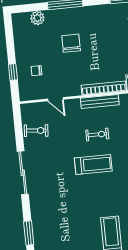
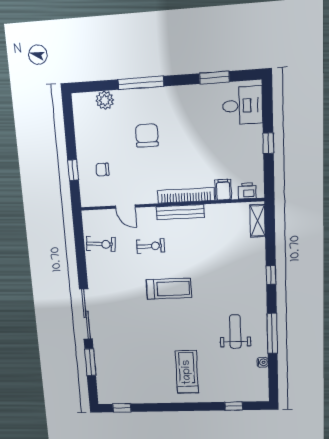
exercise bike: (97, 134) -> (150, 246), moved
sliding door: (23, 173) -> (86, 314), moved

